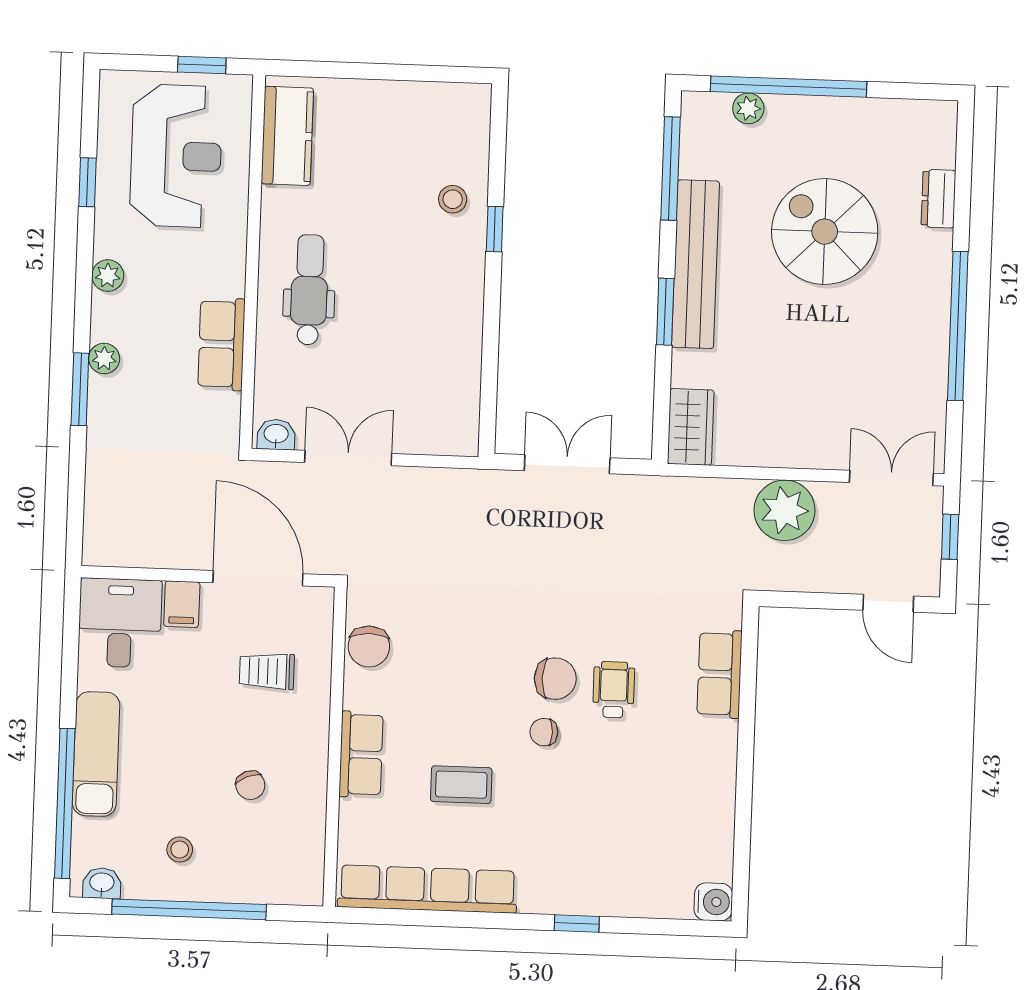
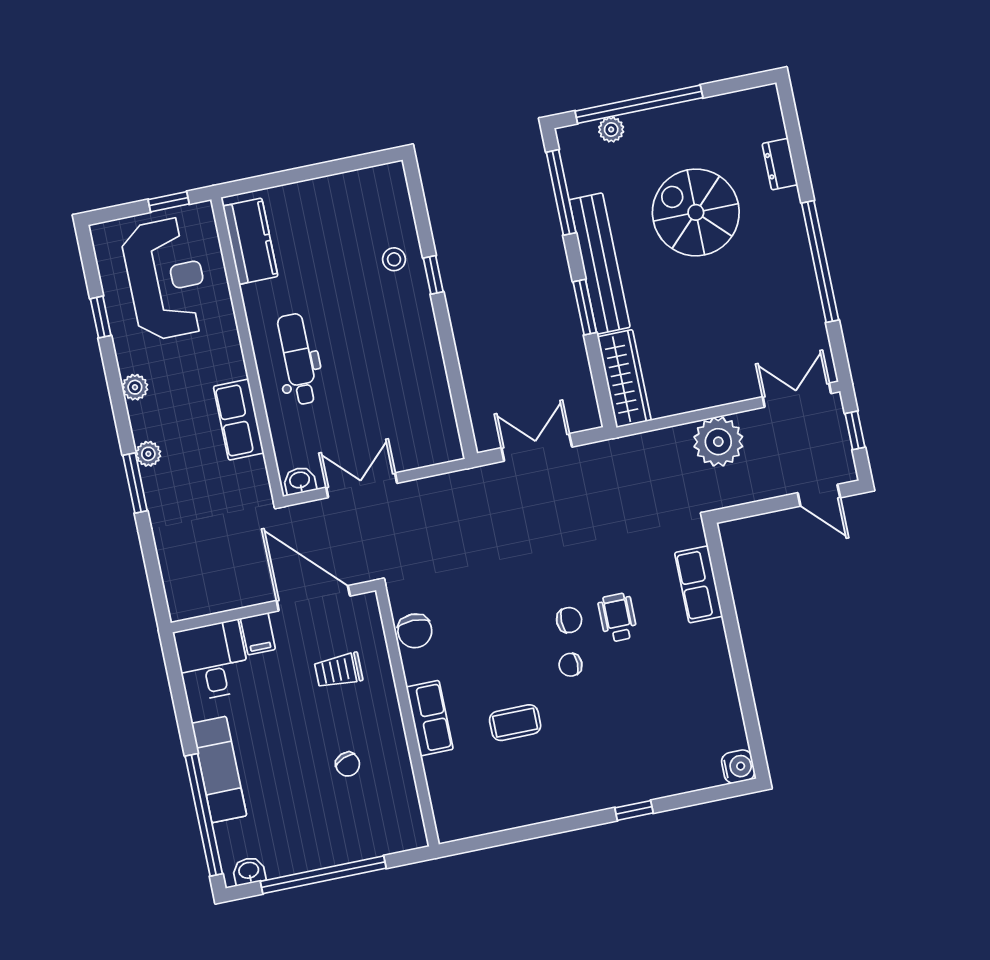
wardrobe: (691, 427) -> (624, 379), width x1.50
chair: (555, 679) -> (569, 620), width x0.73, depth x0.73
stool: (180, 850) -> (304, 829), removed
row of seats: (427, 889) -> (509, 812), removed

